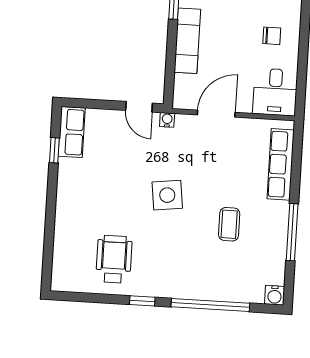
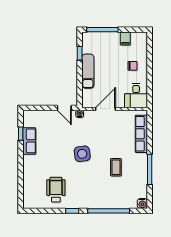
row of seats: (72, 132) -> (29, 141), moved

